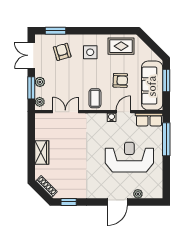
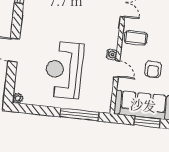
row of seats: (149, 120) -> (105, 97), removed
reception desk: (129, 157) -> (64, 70), turned 180
plant: (138, 194) -> (18, 98), moved

